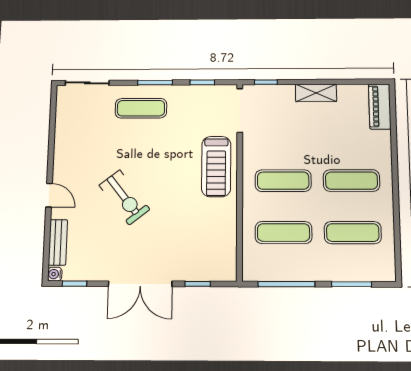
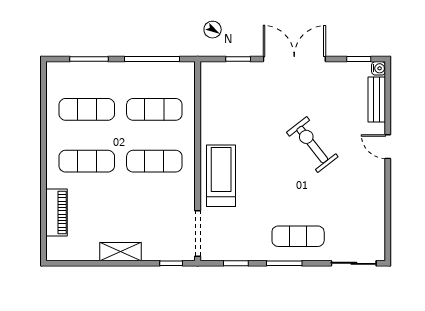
piano: (380, 106) -> (56, 213), moved

